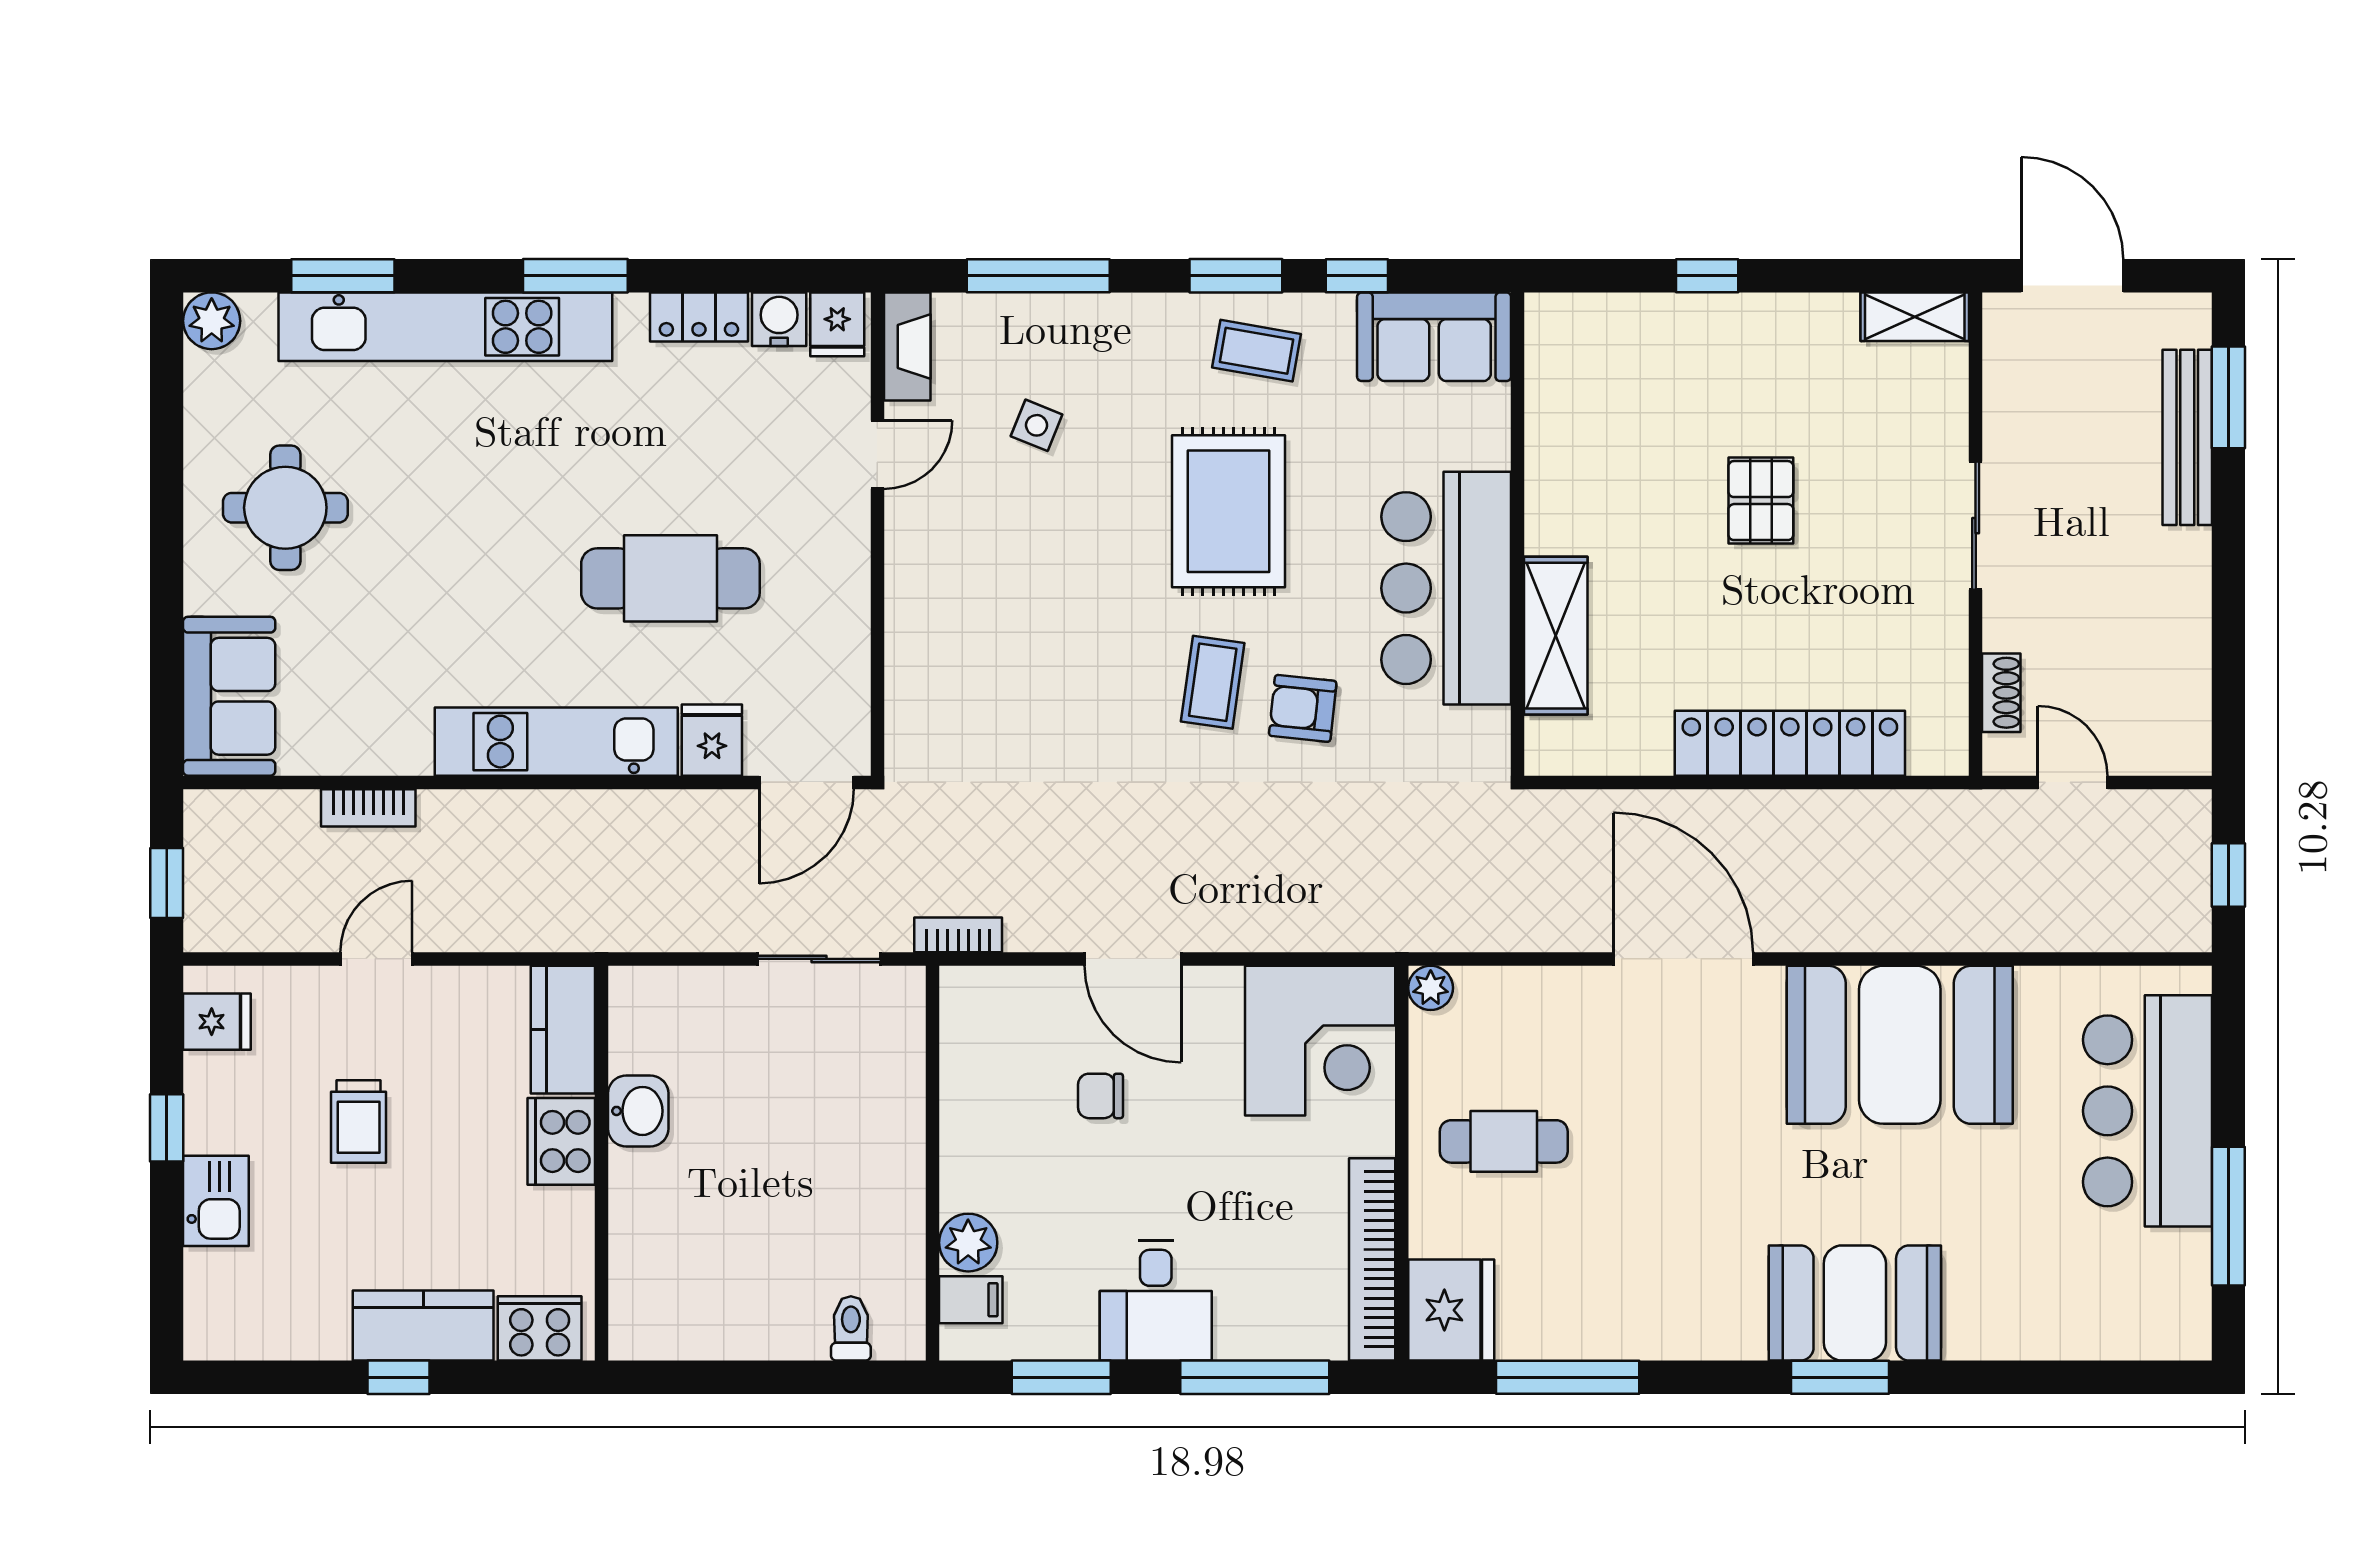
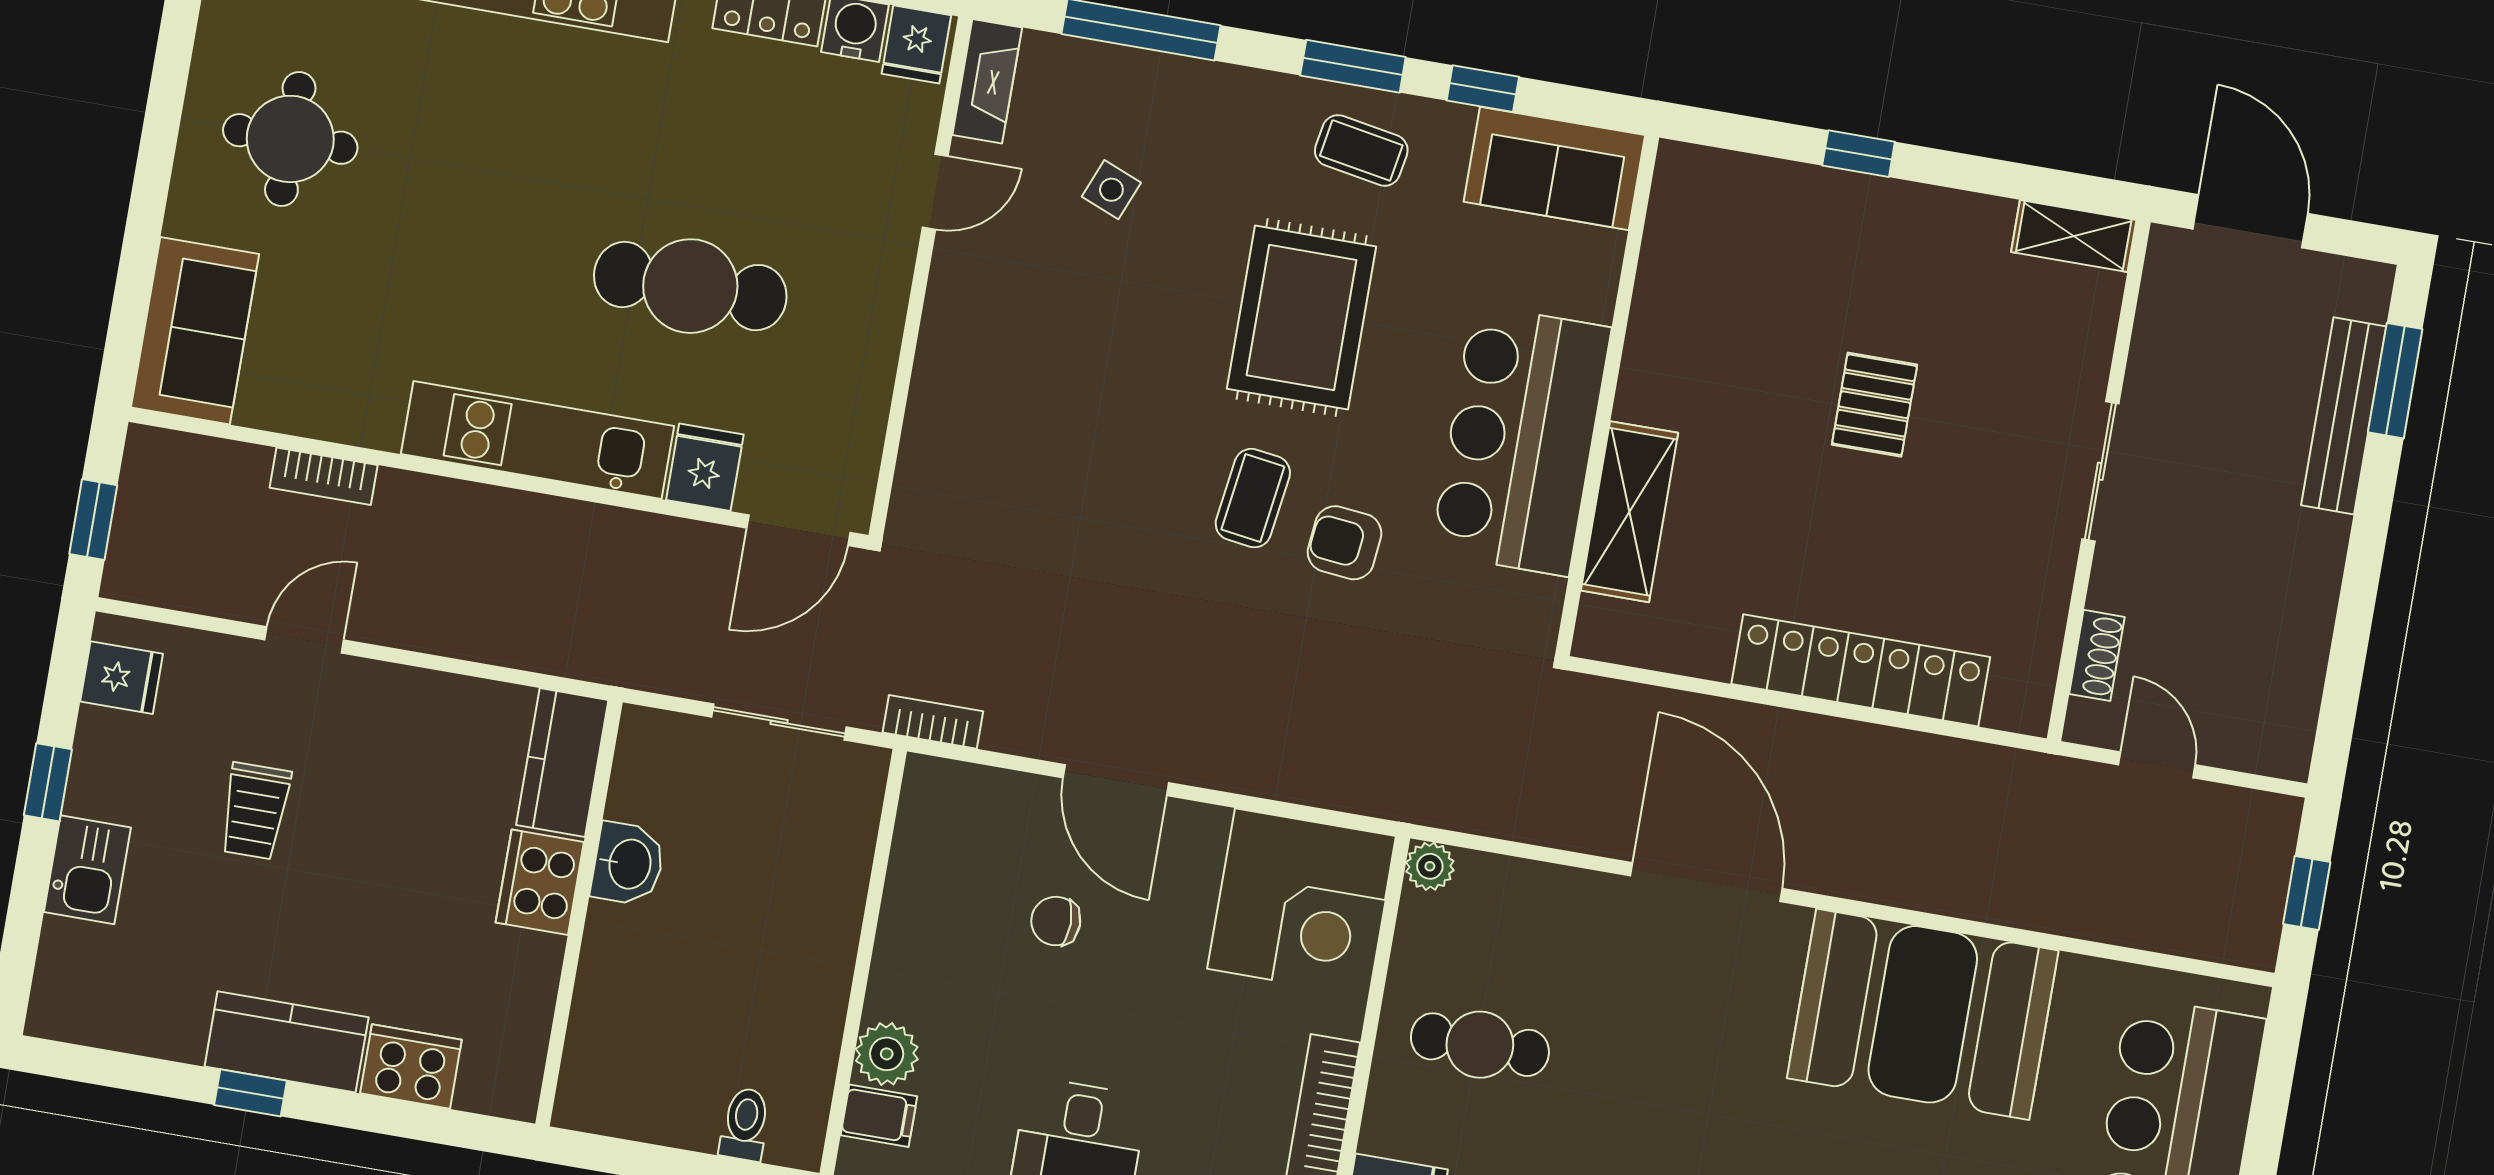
kitchen counter: (563, 1030) -> (562, 763), moved
washbasin: (638, 1111) -> (628, 864), moved
cooker: (561, 1141) -> (540, 882), moved
wall: (601, 1163) -> (579, 913), moved

